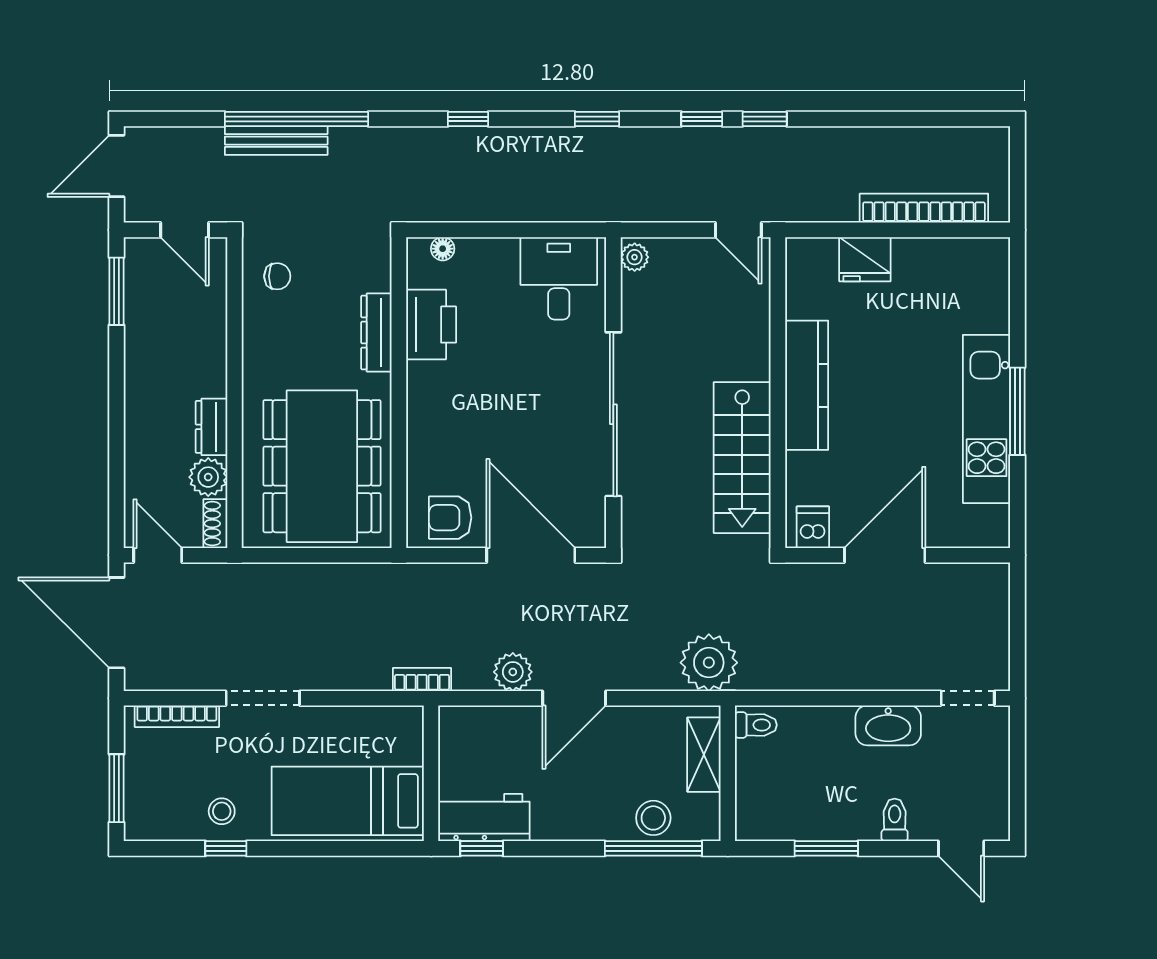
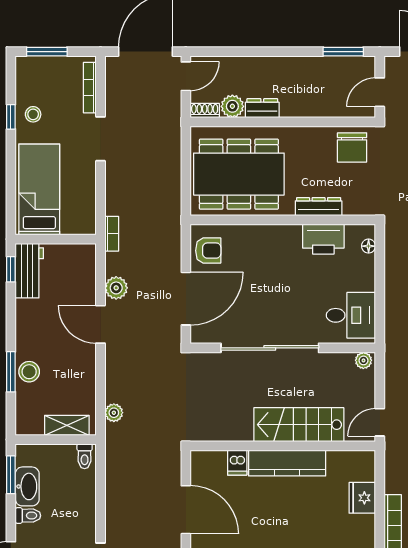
chair: (277, 276) -> (352, 147), width x1.87, depth x1.87
stairs: (742, 458) -> (299, 425), moved
armchair: (450, 518) -> (208, 251), turned 90
dishwasher: (813, 527) -> (237, 463), moved, turned 90
plant: (709, 663) -> (114, 413), width x0.53, depth x0.53
toilet: (756, 725) -> (85, 456), moved
washbasin: (888, 725) -> (27, 486), moved, turned 180
shelving: (704, 755) -> (67, 425), moved
wall: (728, 773) -> (56, 440), moved
window: (653, 848) -> (11, 372), width x0.69

